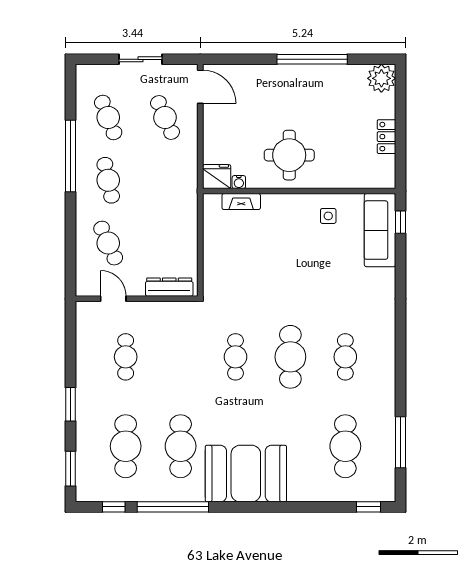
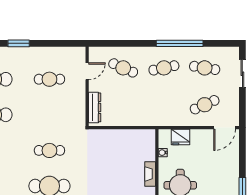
sliding door: (140, 59) -> (242, 74), moved
cafe table: (108, 117) -> (205, 68), turned 30
fridge: (217, 177) -> (180, 137), moved, turned 90
fireplace: (241, 202) -> (150, 174), moved
cafe table: (108, 243) -> (123, 68), turned 48

